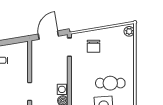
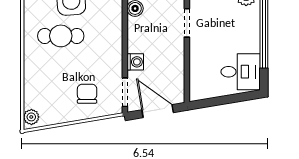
door: (48, 35) -> (158, 111), swing flipped
washing machine: (63, 89) -> (135, 62), moved

